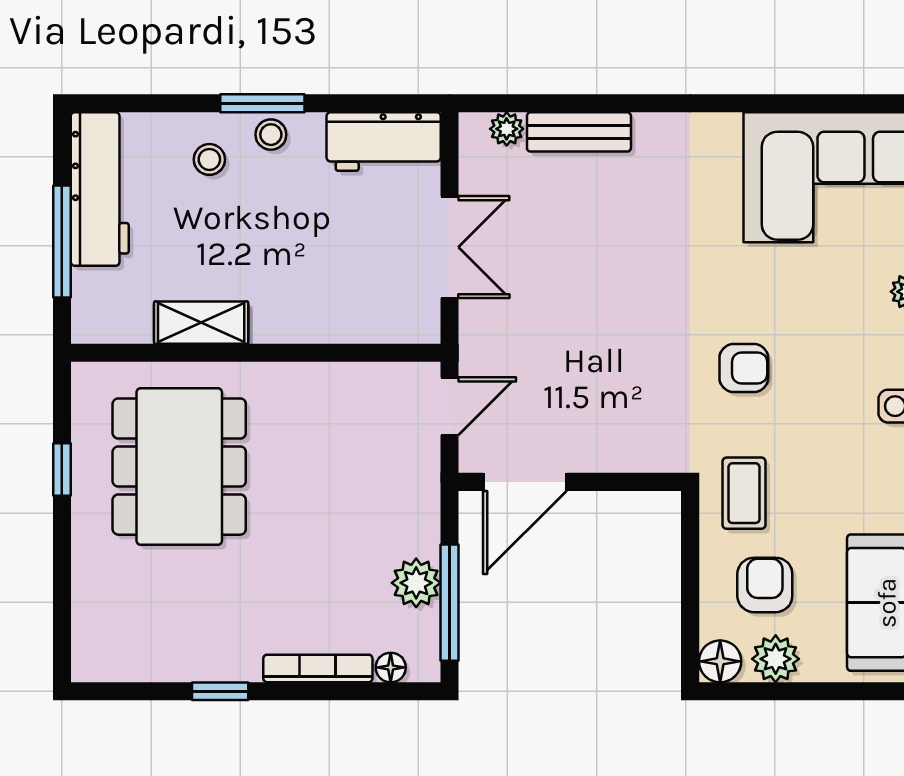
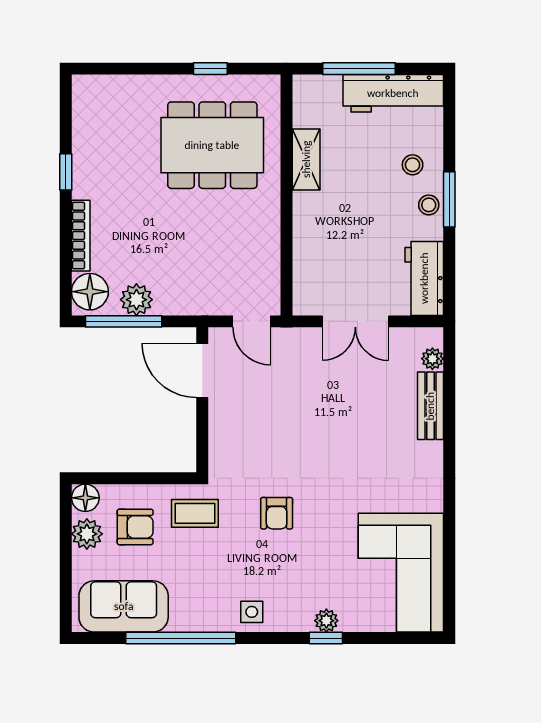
floor lamp: (391, 667) -> (90, 292), width x1.89, depth x1.89

